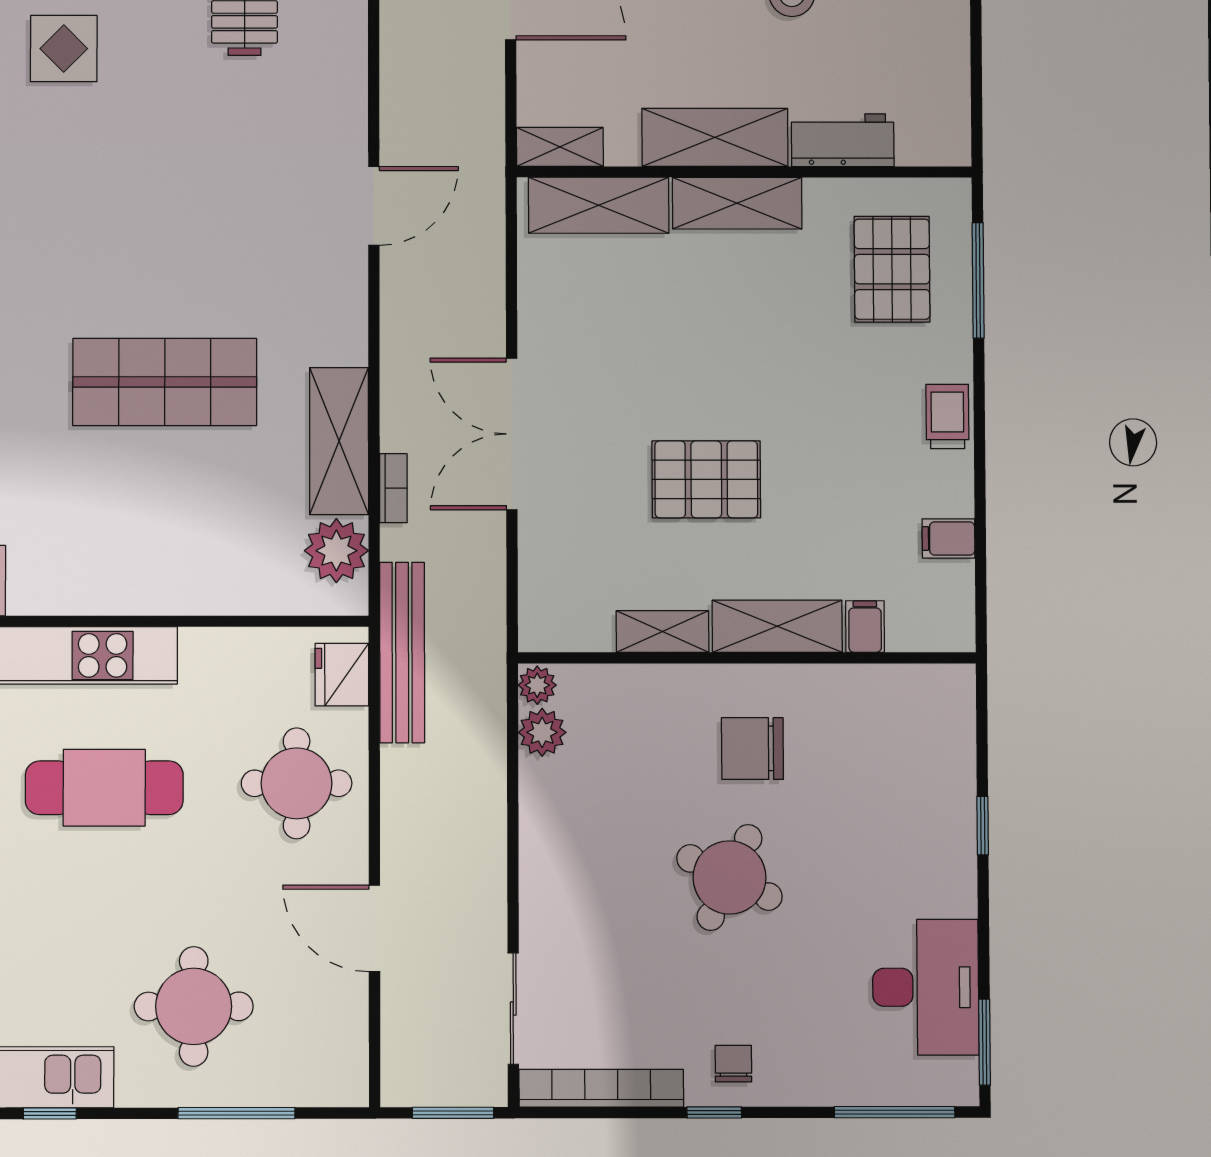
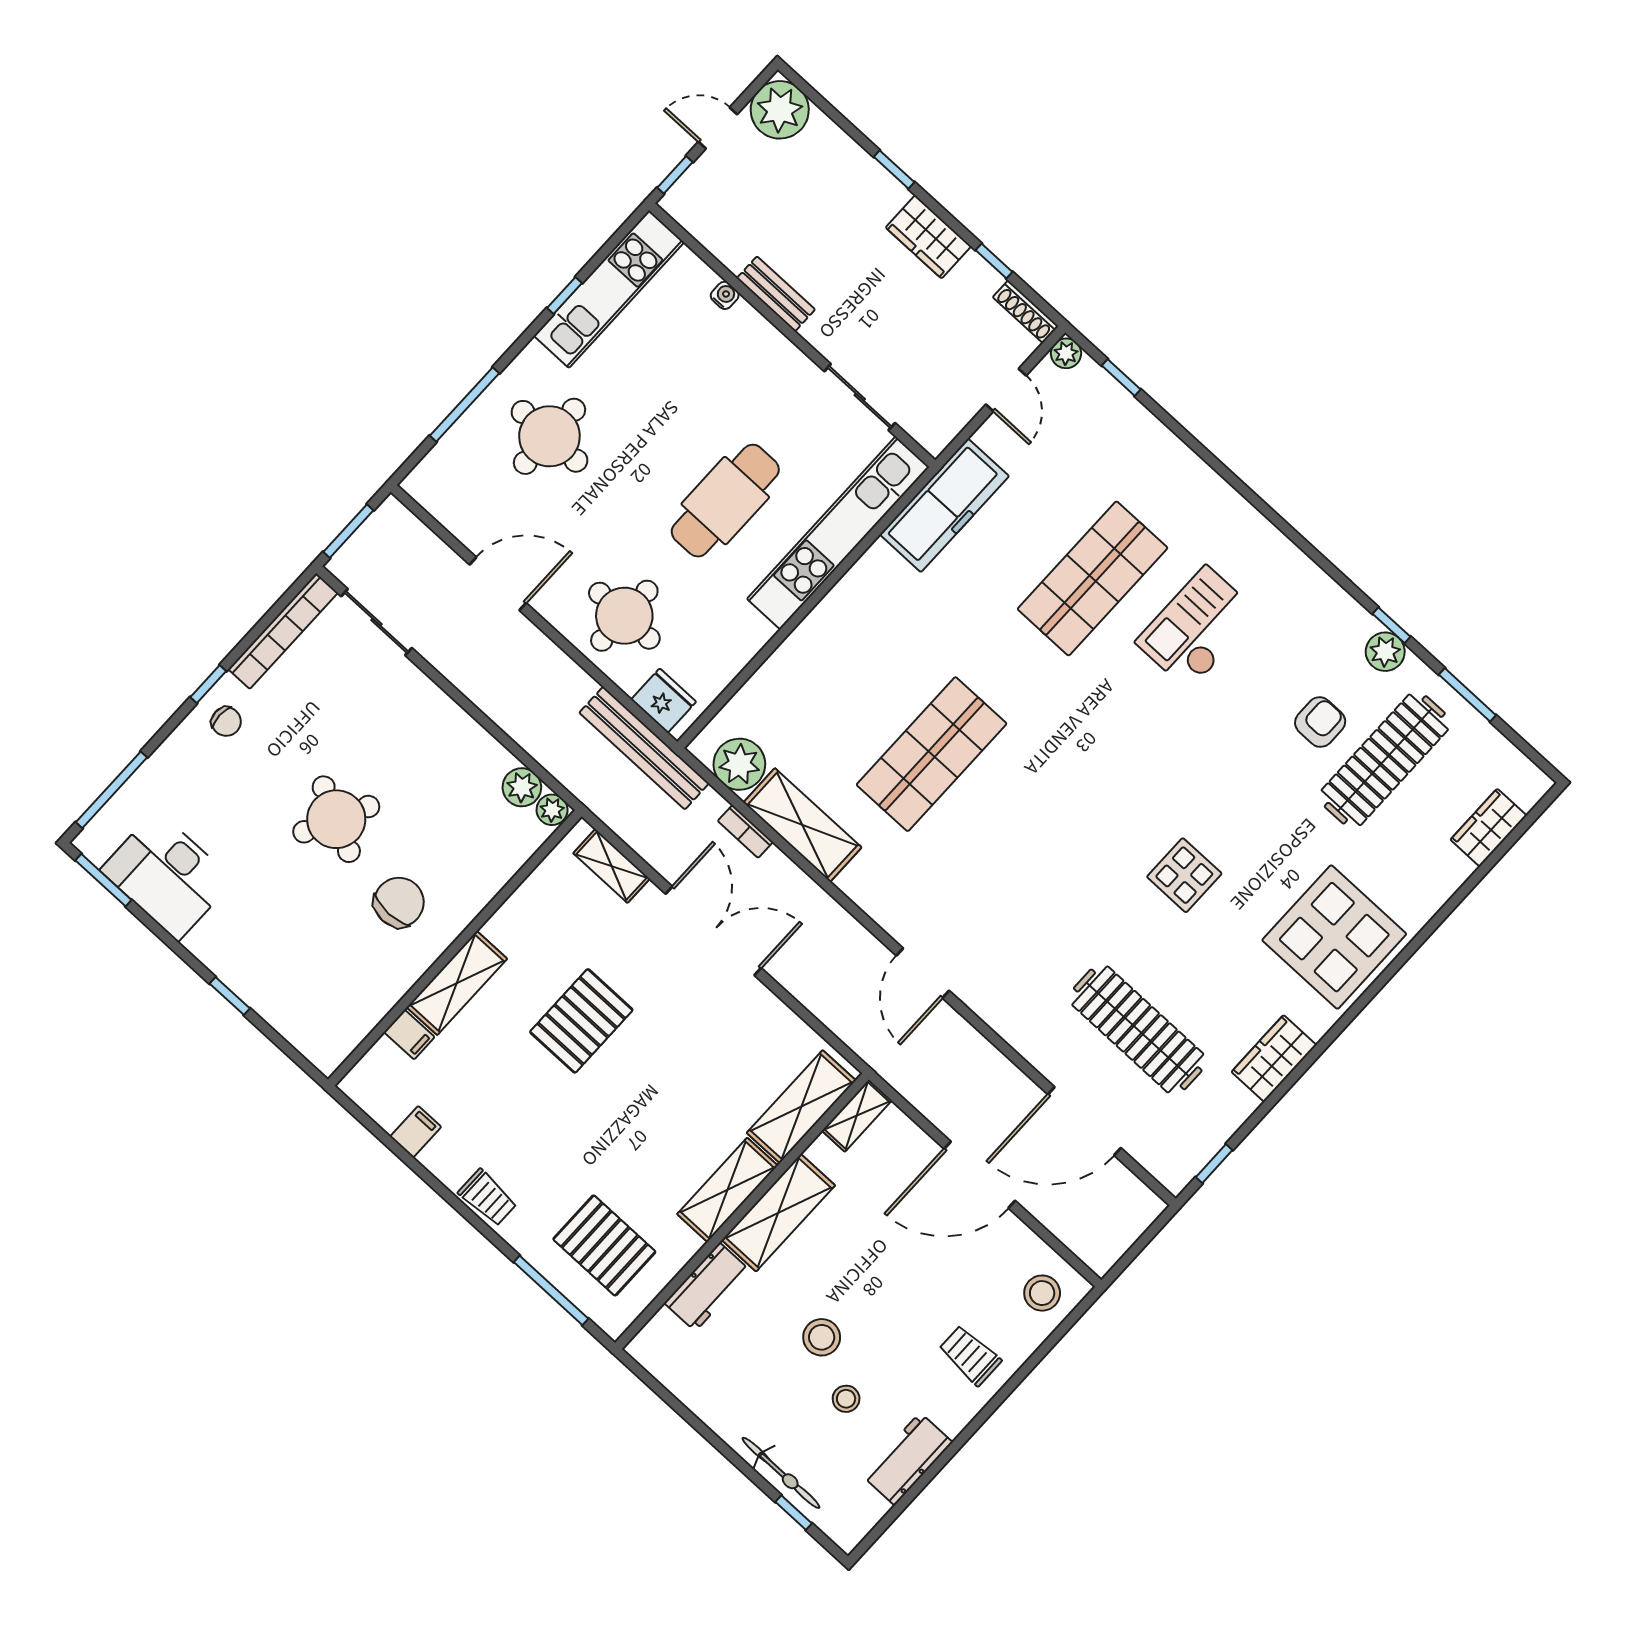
shelving: (662, 632) -> (612, 866), moved, turned 90

